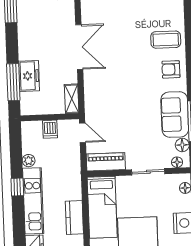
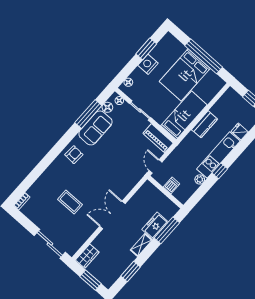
coffee table: (166, 40) -> (70, 202), moved
armchair: (171, 69) -> (74, 155), turned -87
shelving: (72, 99) -> (141, 245), moved

